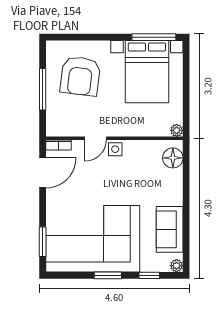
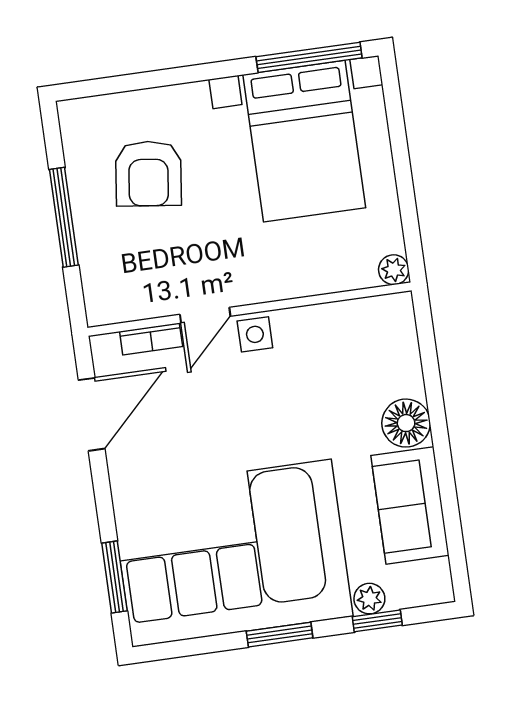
armchair: (80, 76) -> (148, 174), width x0.73, depth x0.73
bookcase: (58, 145) -> (151, 339), moved
floor lamp: (173, 158) -> (406, 423), moved
plant: (176, 266) -> (369, 599), moved

